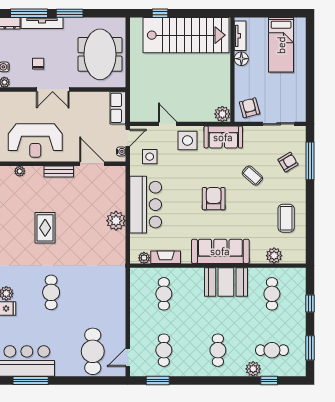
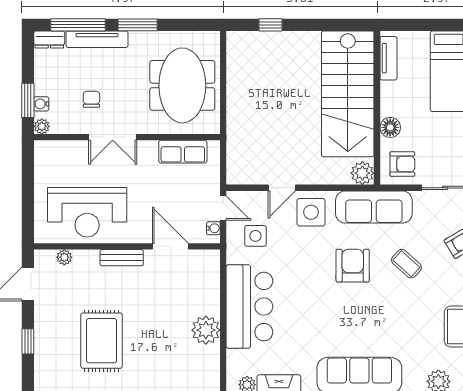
stairs: (186, 35) -> (348, 94), moved, turned 90
floor lamp: (241, 59) -> (390, 127), moved
row of seats: (118, 108) -> (183, 152), moved, turned -90
armchair: (250, 108) -> (402, 164), turned 105
door: (168, 124) -> (282, 188), swing flipped
sofa: (223, 137) -> (374, 207), width x1.36
door: (128, 138) -> (223, 208), hinge flipped
armchair: (214, 199) -> (353, 266), moved
rug: (45, 228) -> (101, 341), width x1.36, depth x1.43

